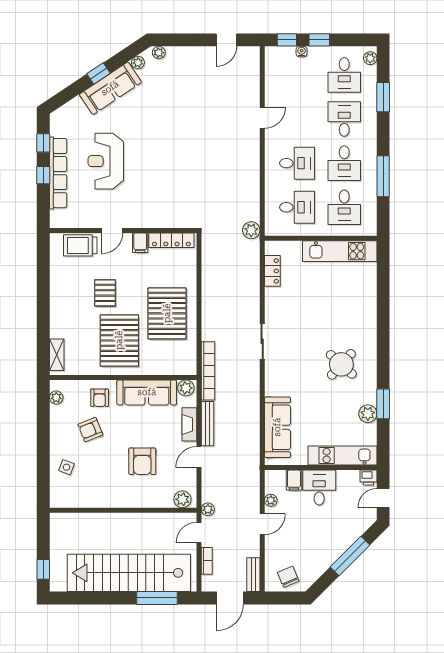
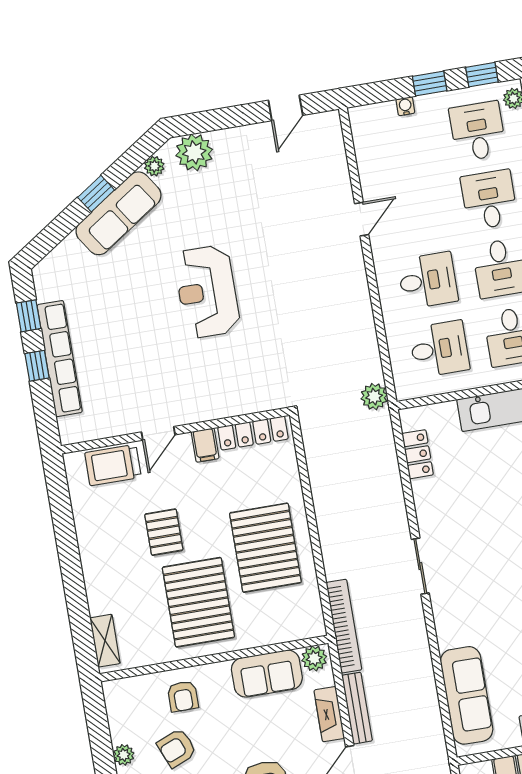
window: (287, 40) -> (482, 75), moved
plant: (159, 53) -> (194, 152), width x1.87, depth x1.87
desk: (344, 75) -> (478, 131), turned 180
reception desk: (106, 161) -> (207, 292), moved
sofa: (147, 392) -> (267, 674), width x0.73
plant: (56, 398) -> (124, 755), moved

